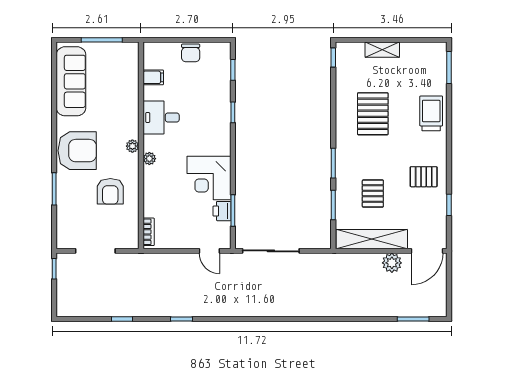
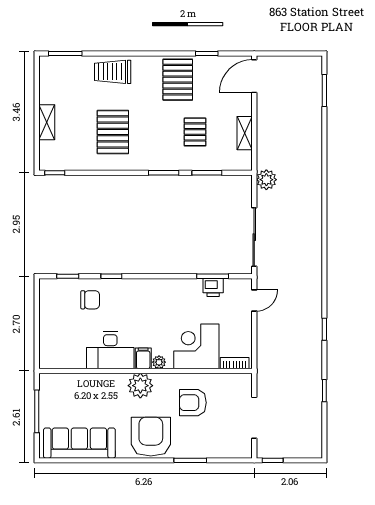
chair: (191, 53) -> (90, 300), moved
filing cabinet: (153, 77) -> (143, 358), moved
pallet: (373, 114) -> (113, 132), turned 90
desk: (161, 117) -> (110, 350), width x1.37
plant: (132, 146) -> (140, 386), width x1.87, depth x1.87
pallet: (424, 177) -> (178, 80), width x1.50, depth x1.42
corner desk: (209, 178) -> (196, 346), moved, turned 180
armchair: (110, 191) -> (193, 403), turned 180
pallet: (373, 194) -> (195, 132), turned 90
shelving: (372, 239) -> (245, 133), width x0.45, depth x0.75
door: (427, 251) -> (254, 76), swing flipped
plant: (392, 263) -> (266, 180), moved

